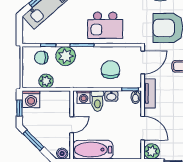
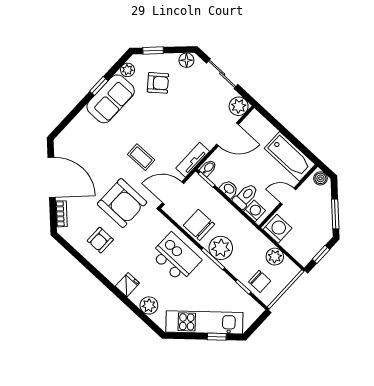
plant: (66, 56) -> (221, 248), moved
chair: (110, 70) -> (199, 225), moved, turned 90
washing machine: (31, 99) -> (278, 229), moved
door: (143, 128) -> (228, 134), swing flipped

